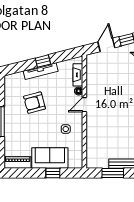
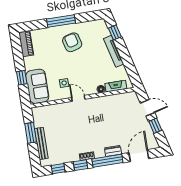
window: (43, 61) -> (115, 32), moved
armchair: (34, 103) -> (72, 42), moved
door: (84, 105) -> (78, 98), moved
sofa: (50, 158) -> (37, 86), moved

